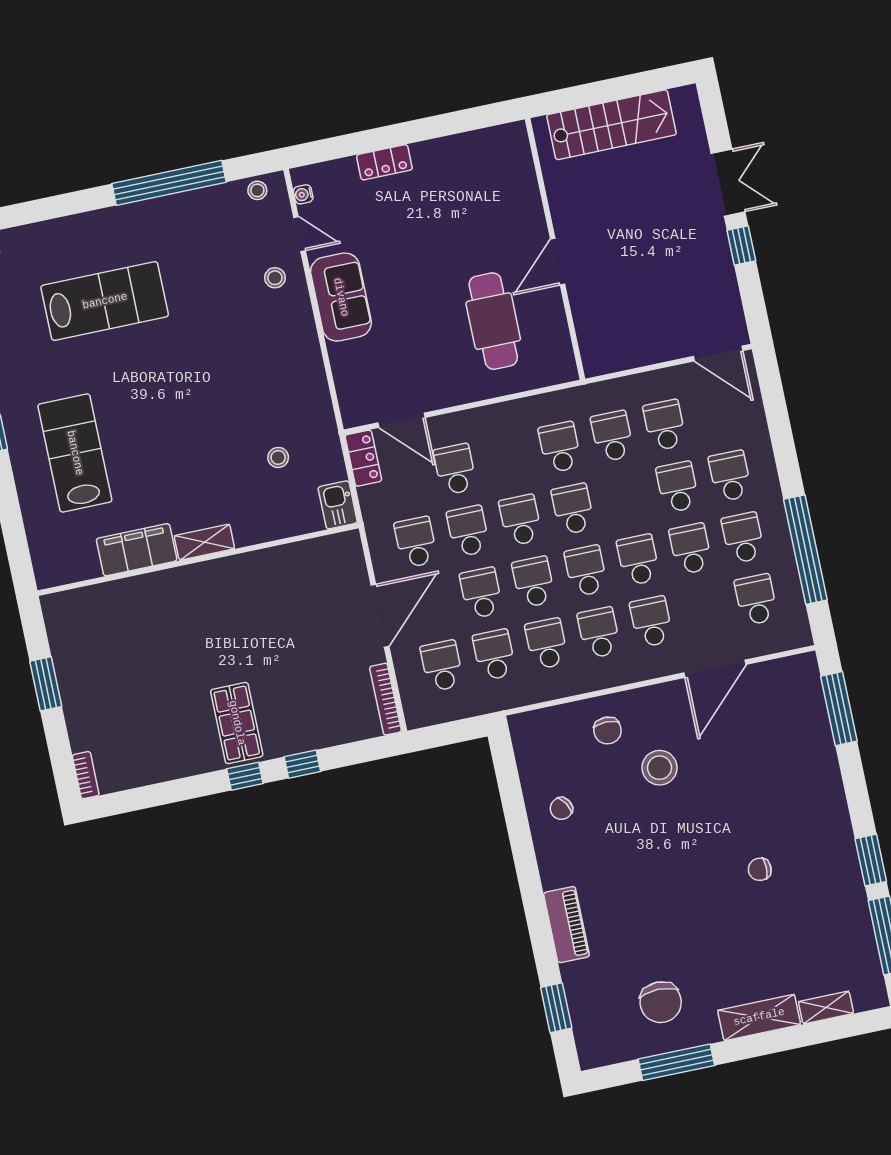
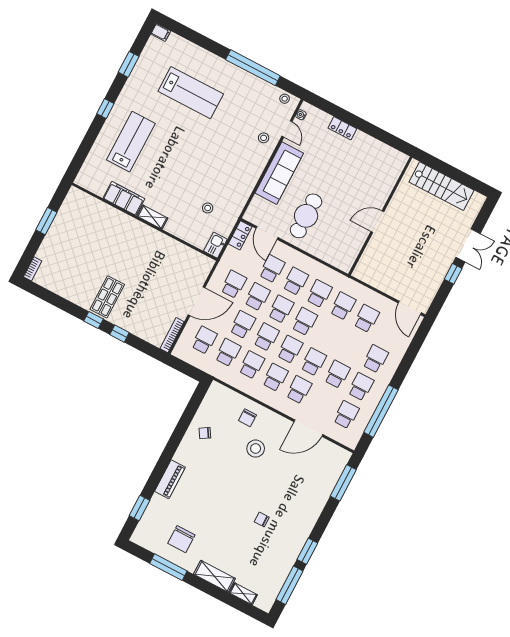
sofa: (341, 297) -> (279, 173), width x1.36
cafe table: (493, 321) -> (306, 216), moved
school desk: (678, 487) -> (296, 281), moved

